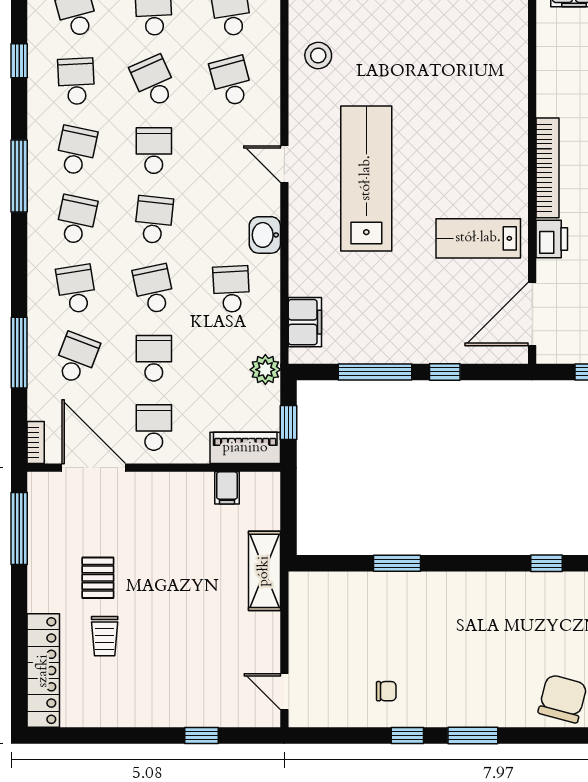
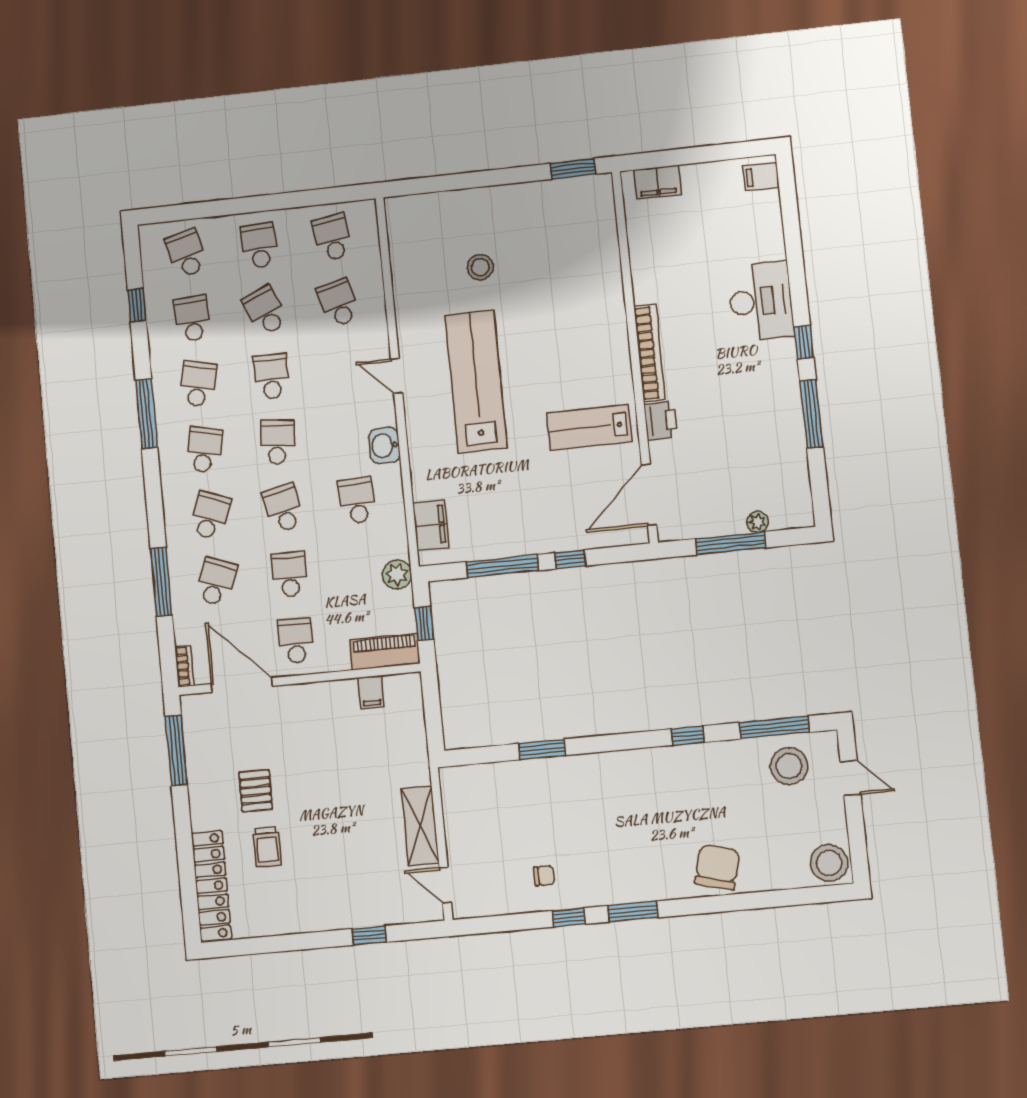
stool: (318, 56) -> (480, 267), moved
school desk: (76, 289) -> (210, 516), turned 30
shelving: (264, 571) -> (420, 826), moved

